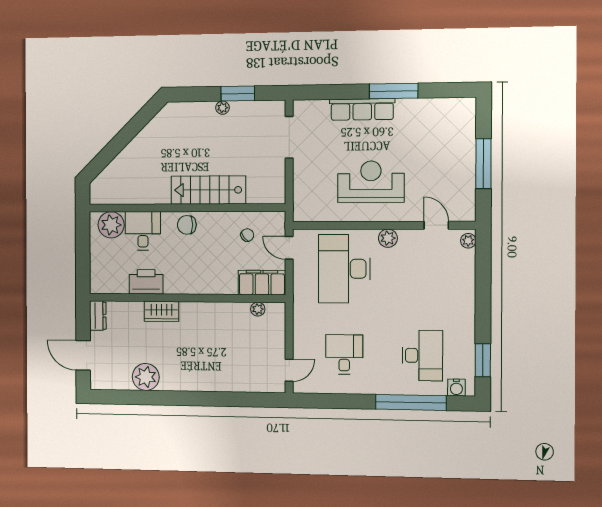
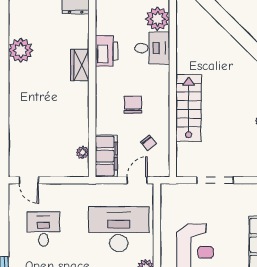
doorway: (289, 137) -> (215, 180), moved
chair: (187, 225) -> (133, 105), moved
desk: (344, 354) -> (43, 229), turned -90

